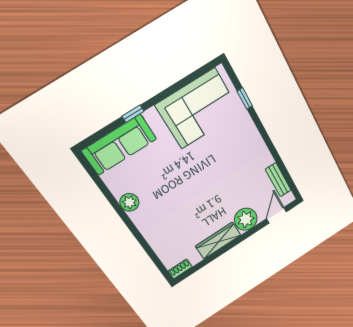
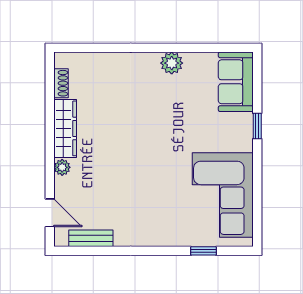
sofa: (119, 145) -> (236, 82), width x0.73
plant: (246, 219) -> (62, 167), width x0.53, depth x0.53
shoe rack: (180, 269) -> (61, 83), moved

